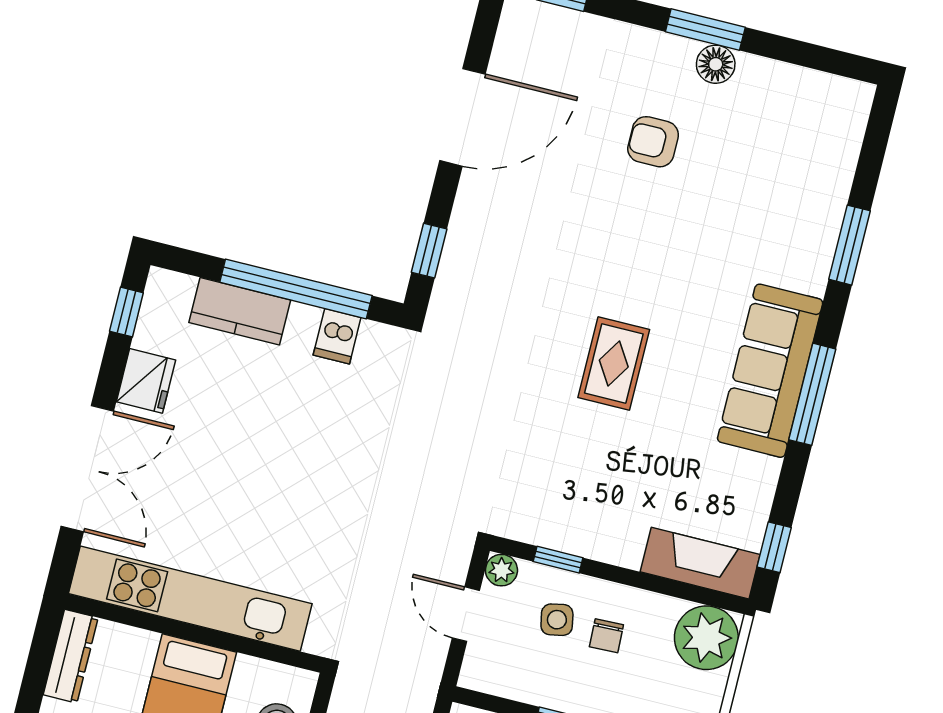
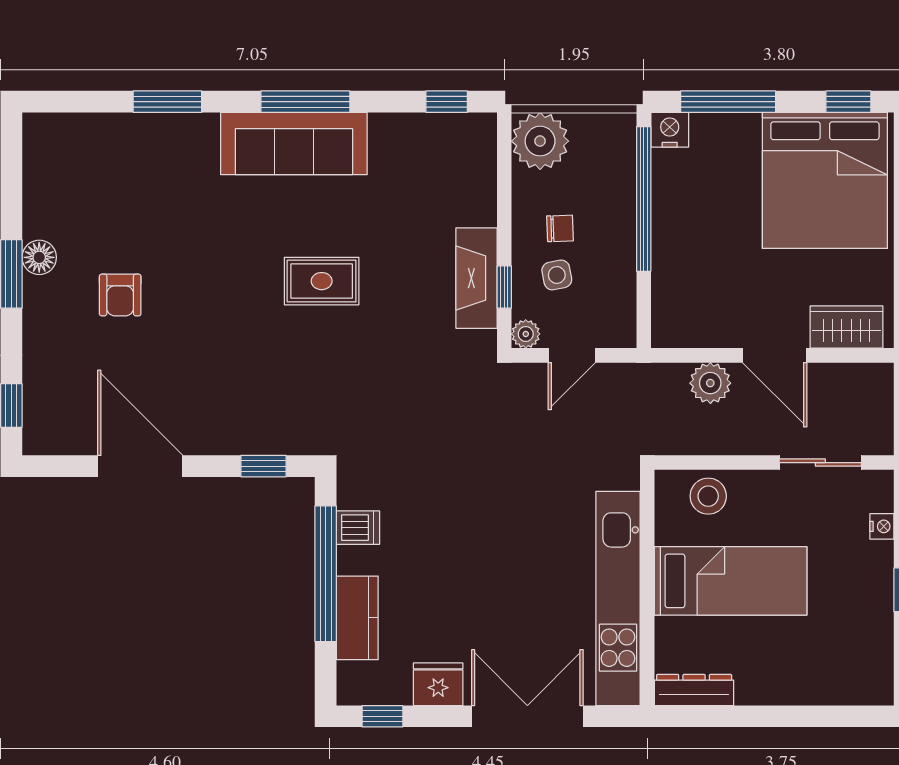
fireplace: (700, 563) -> (477, 278), moved

